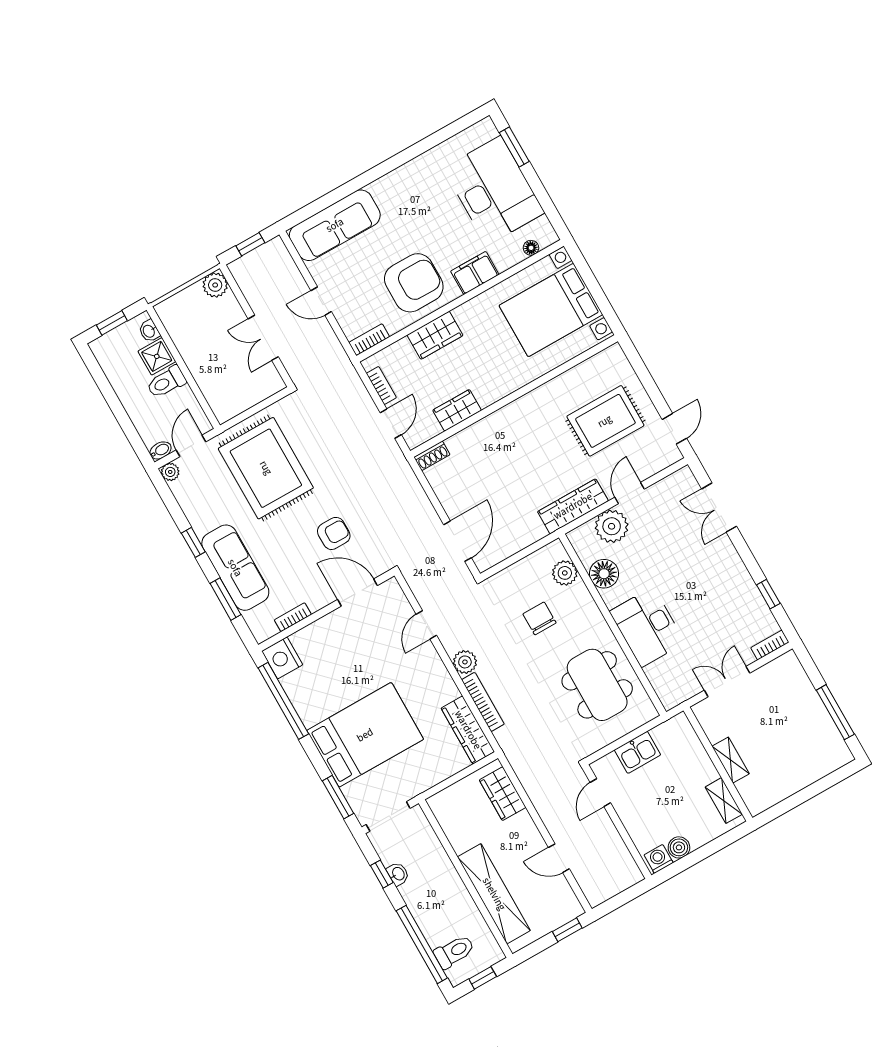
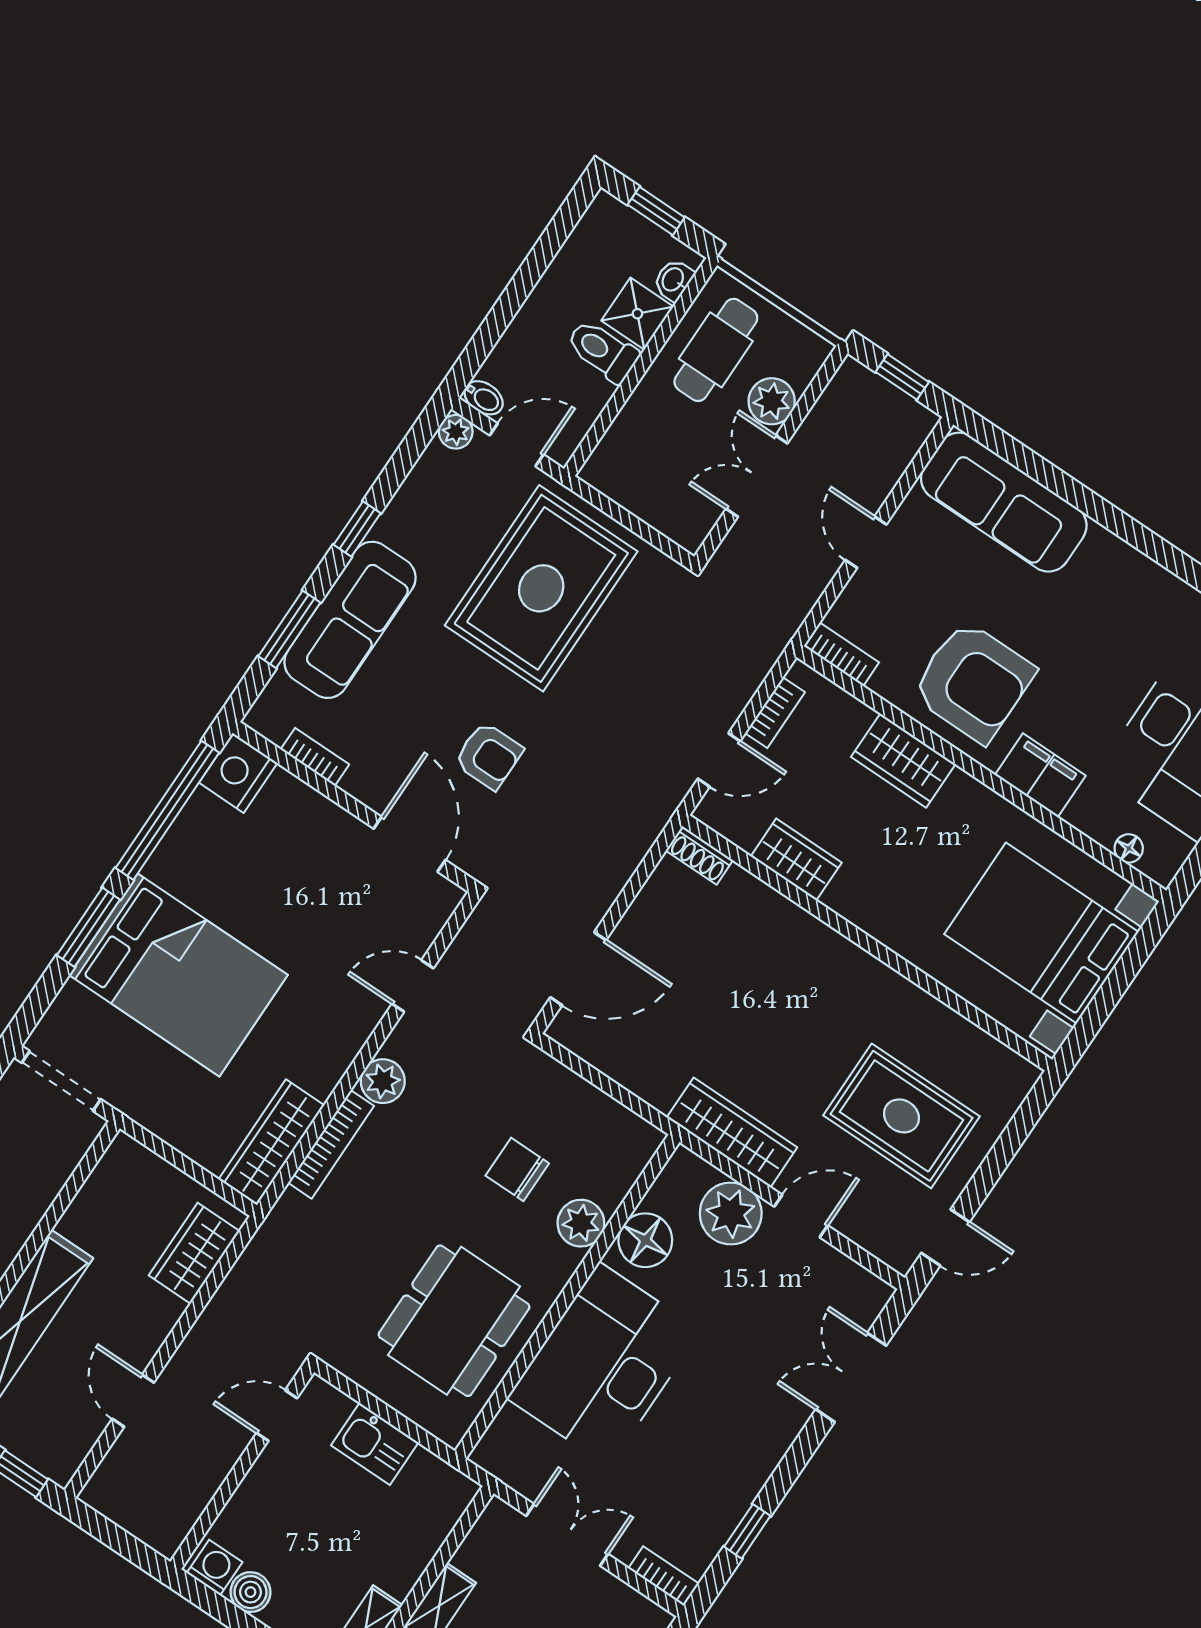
plant: (215, 285) -> (772, 401), moved
cafe table: (193, 327) -> (716, 350), added
plant: (565, 573) -> (581, 1223), moved
chair: (539, 618) -> (517, 1169), turned -90
desk: (647, 627) -> (604, 1365), width x1.36, depth x1.30
window: (338, 797) -> (88, 927), moved

